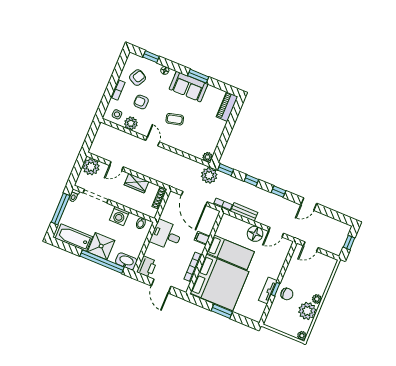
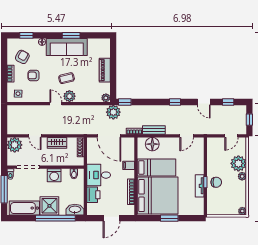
sofa: (188, 87) -> (67, 47), width x1.36
piano: (227, 107) -> (105, 70), moved
plant: (131, 123) -> (69, 96), moved
door: (116, 166) -> (35, 136), hinge flipped
window: (251, 180) -> (228, 102), moved
door: (309, 204) -> (204, 102), hinge flipped
floor lamp: (255, 234) -> (152, 144), moved
door: (311, 247) -> (231, 136), moved
printer: (147, 267) -> (93, 195), moved
door: (161, 286) -> (112, 218), hinge flipped
plant: (307, 311) -> (238, 163), moved

